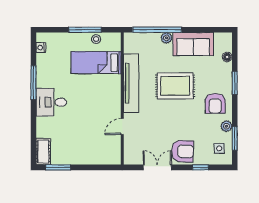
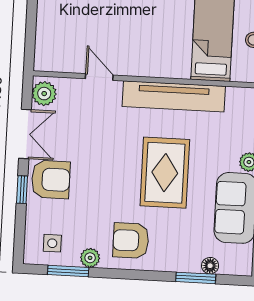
window: (235, 83) -> (196, 278), moved
armchair: (183, 151) -> (51, 179), turned -92
plant: (133, 158) -> (44, 94), added
window: (201, 167) -> (22, 190), moved

